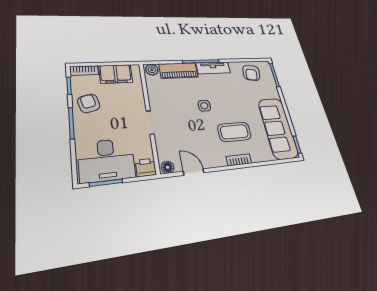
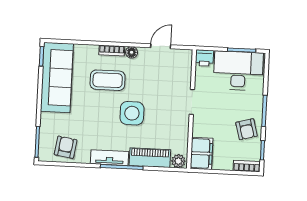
filing cabinet: (116, 74) -> (202, 153), moved, turned 90
side table: (204, 106) -> (132, 113), width x1.87, depth x1.87
floor lamp: (168, 167) -> (132, 52), moved
door: (194, 172) -> (161, 46), swing flipped

